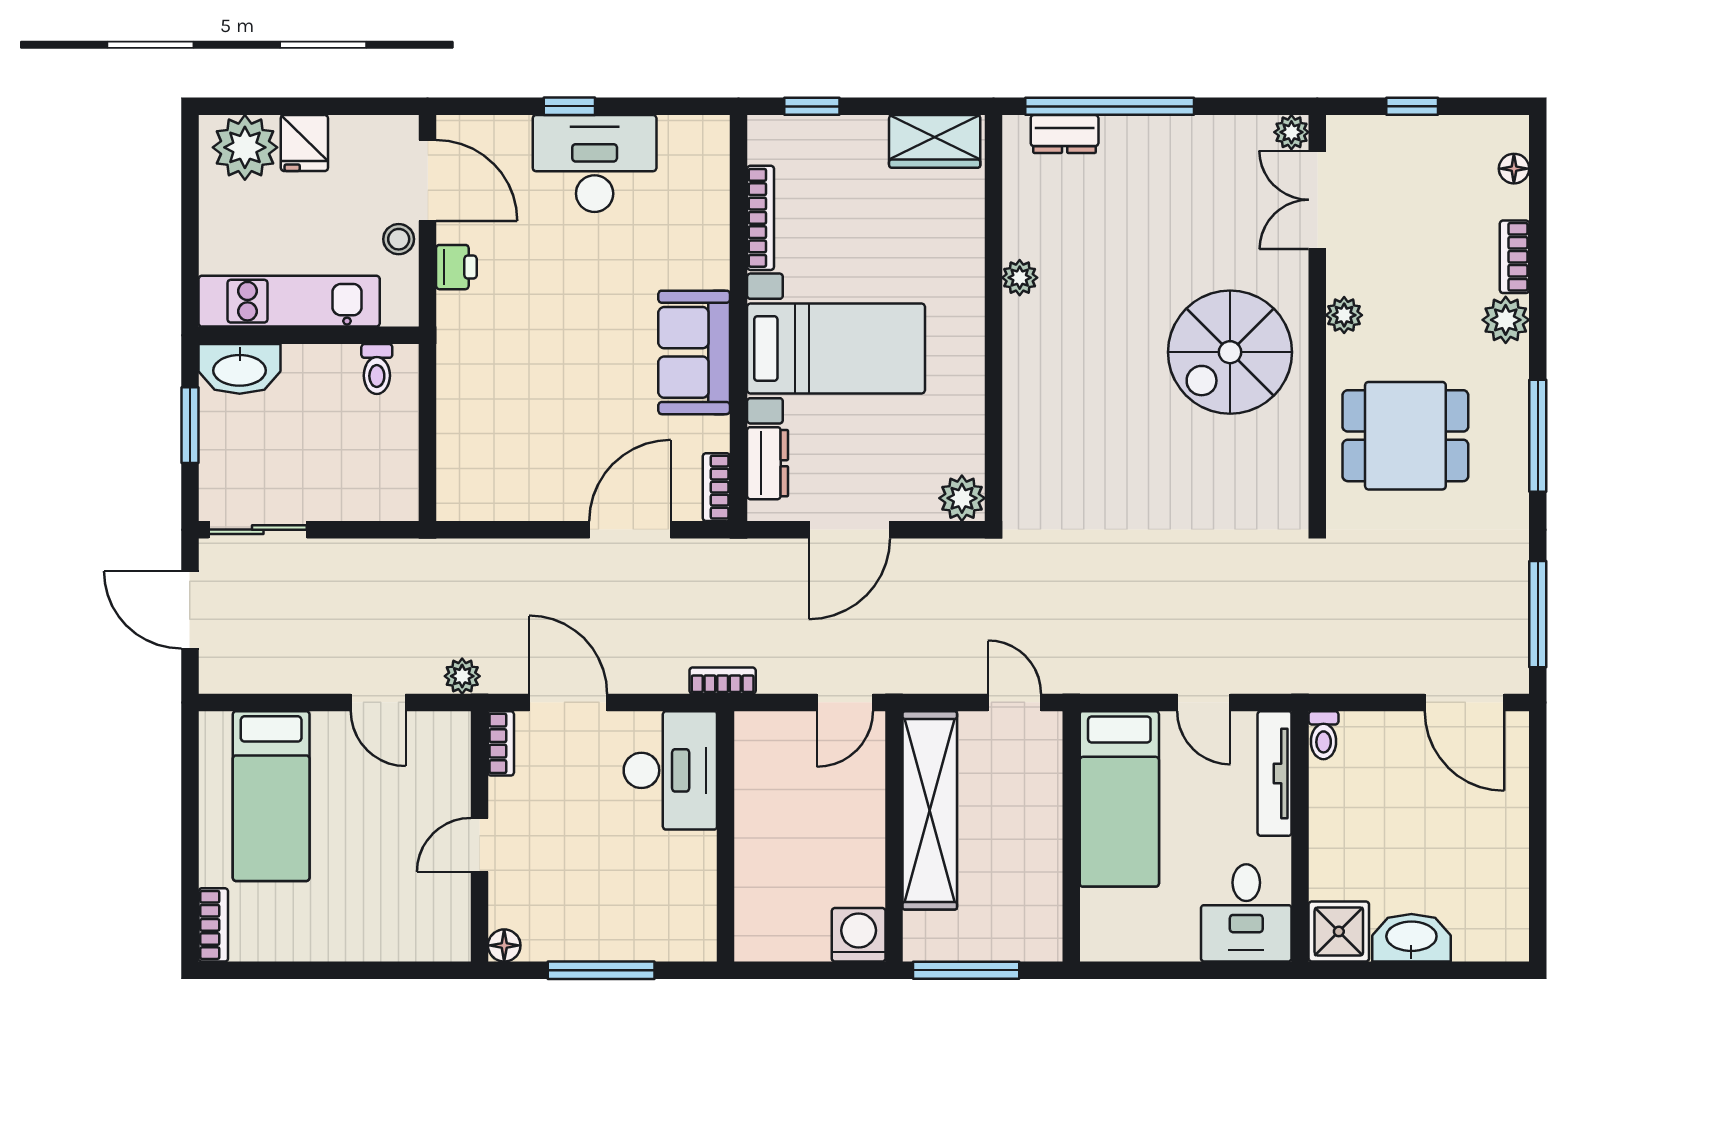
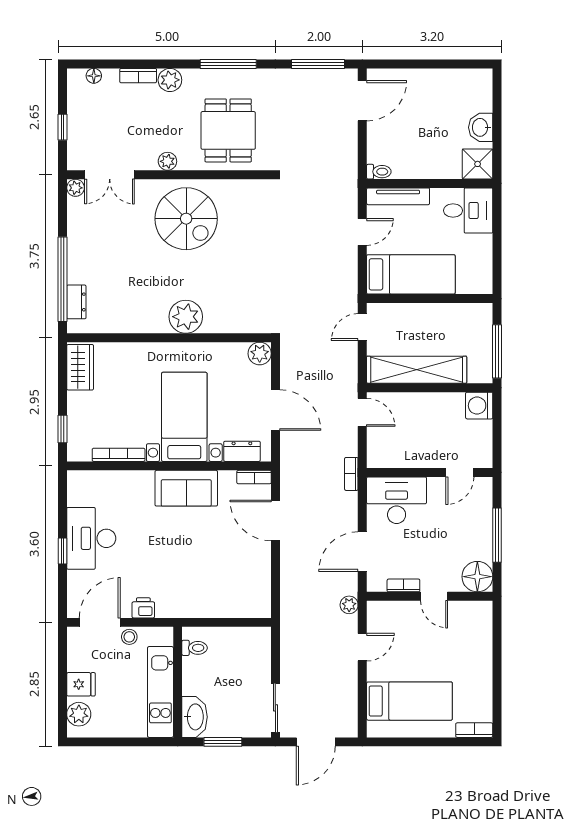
plant: (245, 147) -> (79, 714), width x0.73, depth x0.73
plant: (1020, 278) -> (186, 317), moved, width x1.88, depth x1.88
bookcase: (501, 743) -> (403, 585), moved
door: (726, 896) -> (460, 472), added
washbasin: (1411, 938) -> (481, 127), width x0.72
floor lamp: (504, 945) -> (477, 577), width x1.89, depth x1.89

